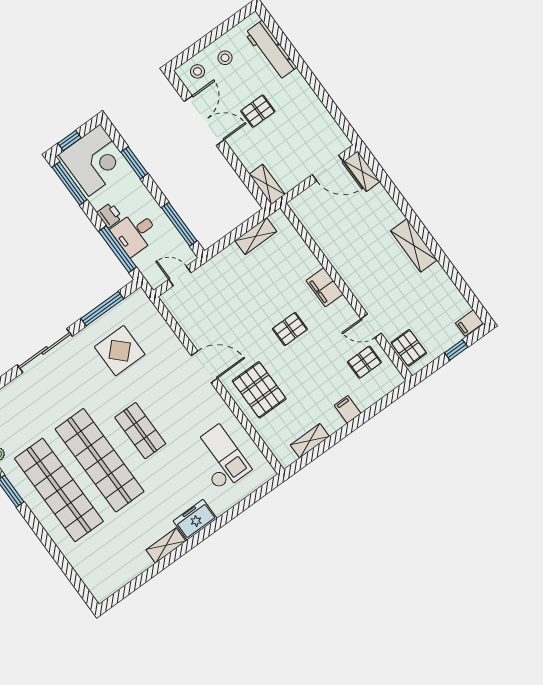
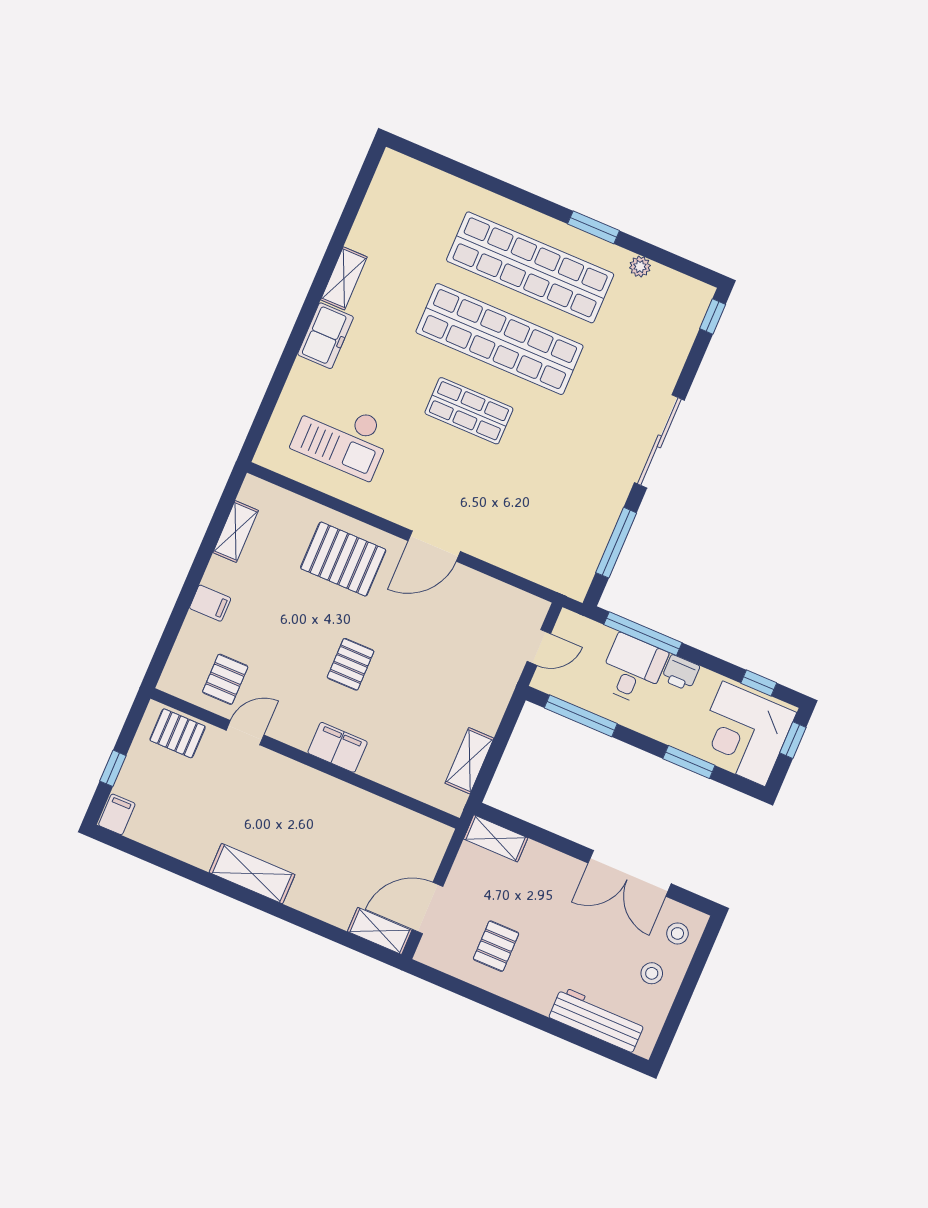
pallet: (258, 111) -> (496, 946), moved
window: (70, 184) -> (759, 683), width x0.46
display table: (120, 351) -> (560, 501), removed

